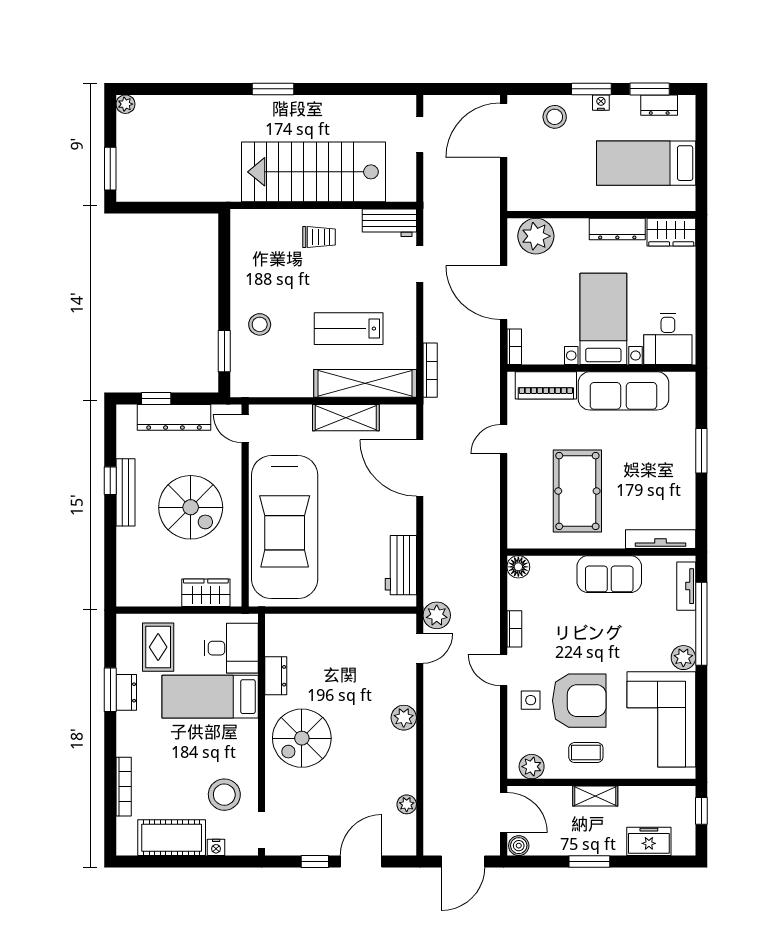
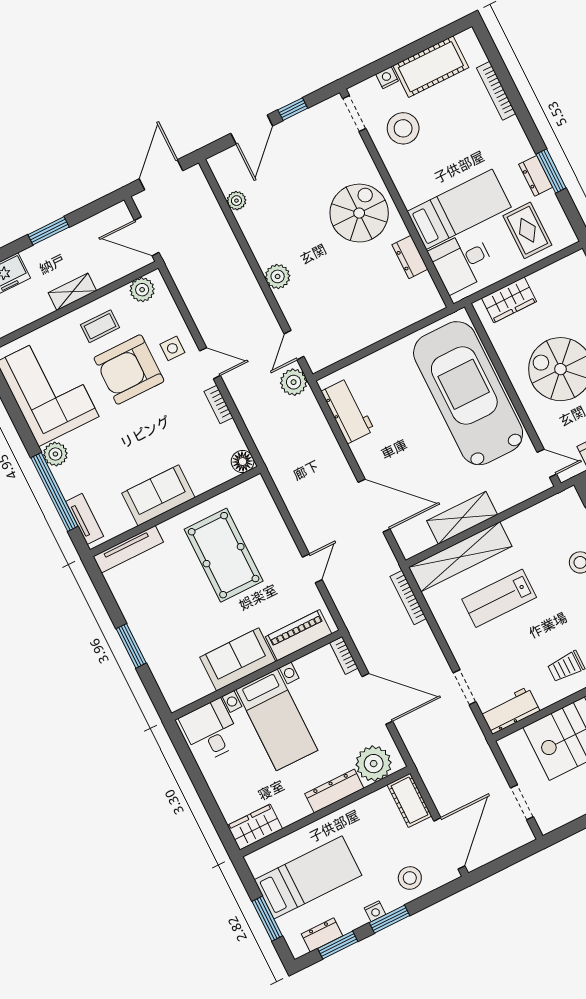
window: (701, 144) -> (267, 919), added
cot: (520, 187) -> (409, 800), added
dresser: (617, 229) -> (334, 791), moved
lab bench: (349, 329) -> (499, 598), turned 180
sofa: (623, 391) -> (238, 659), width x0.73
boiler: (519, 846) -> (118, 214), removed

